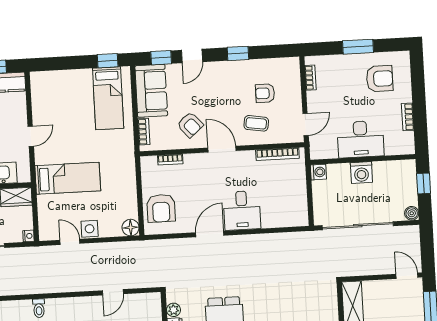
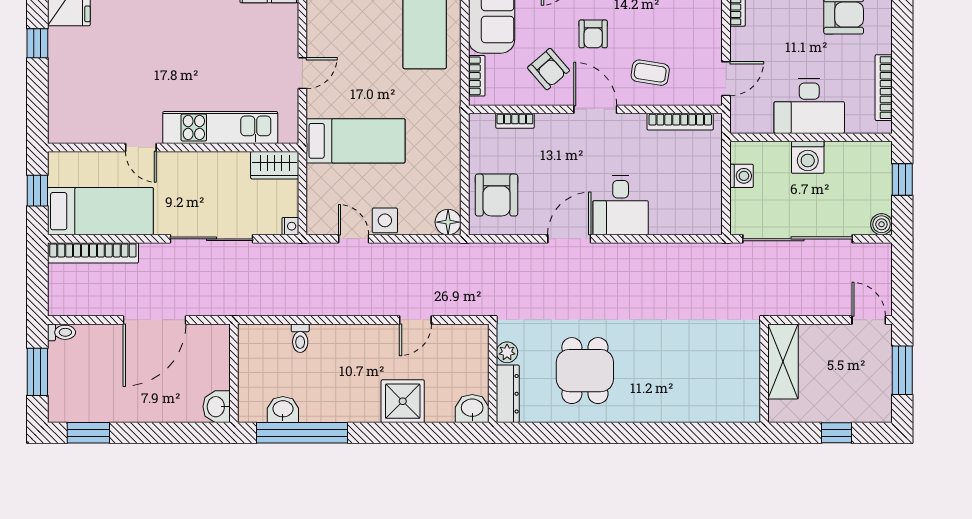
armchair: (265, 93) -> (593, 34), moved, turned -90
bookcase: (408, 117) -> (884, 88), width x1.56
washing machine: (318, 172) -> (742, 176), moved

